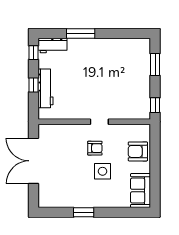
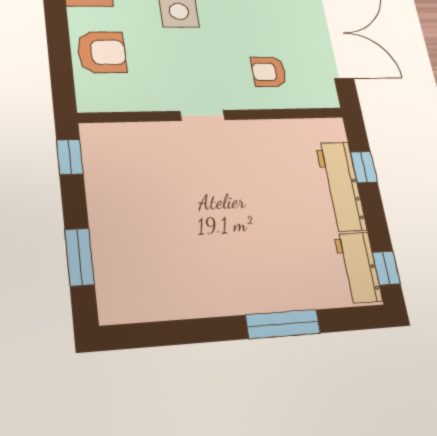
workbench: (52, 45) -> (358, 267), moved, turned -90
window: (34, 85) -> (364, 167), moved
armchair: (95, 148) -> (269, 72), moved

